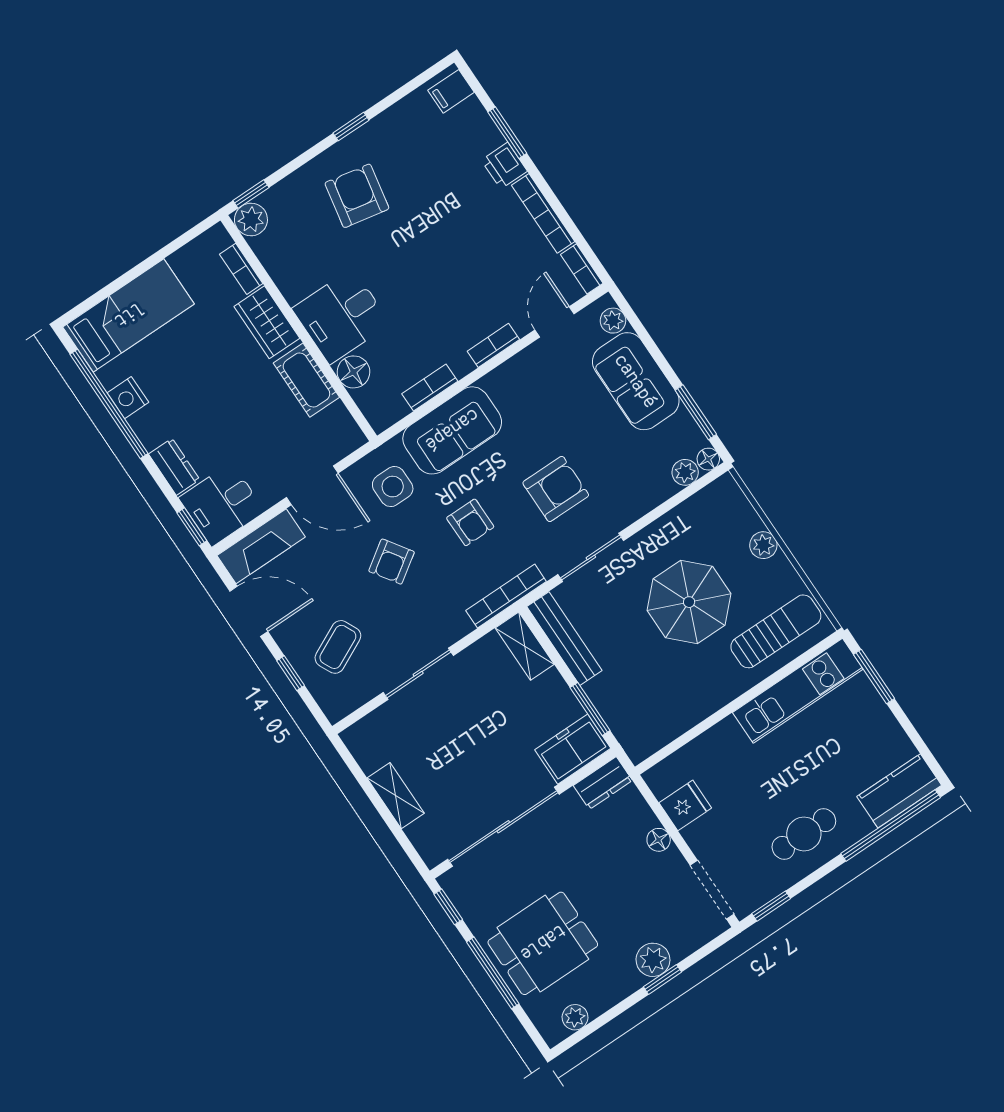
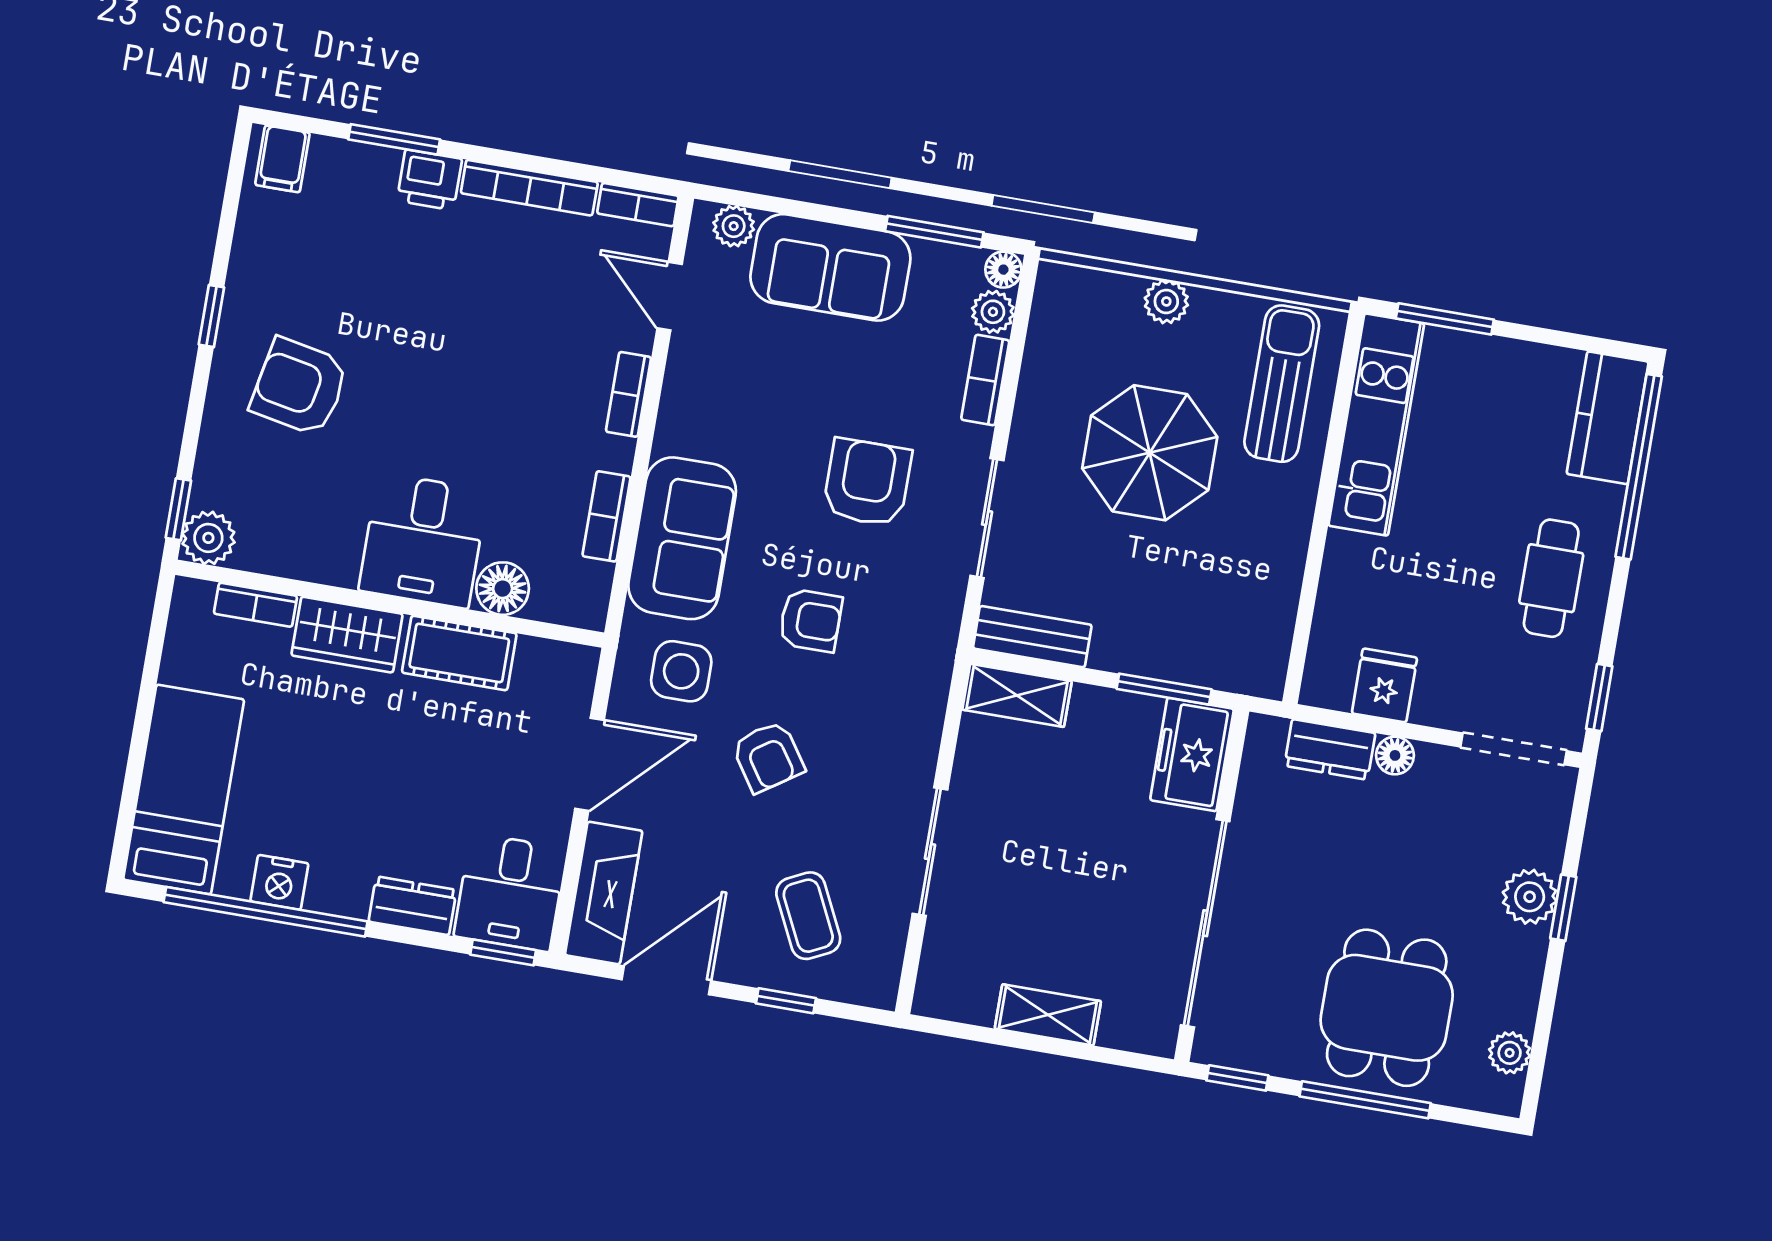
bookcase: (506, 596) -> (985, 380), moved, width x0.64
bench: (564, 639) -> (1032, 637), width x0.73
dresser: (603, 783) -> (1330, 749), moved, turned 90

